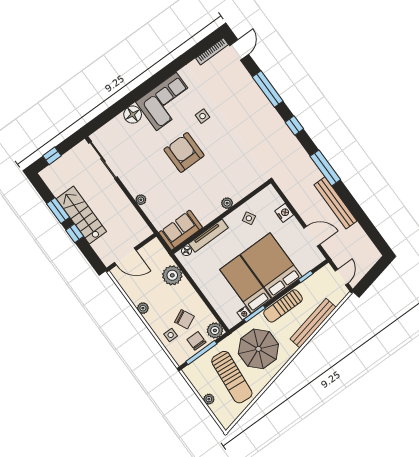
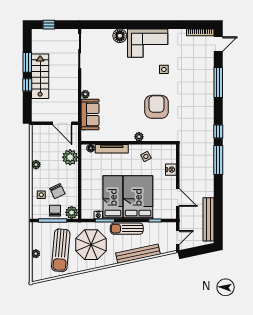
window: (294, 126) -> (218, 132), moved
armchair: (184, 152) -> (157, 107), moved
bench: (336, 203) -> (209, 219), moved
sofa: (181, 230) -> (90, 114), moved, turned 90
door: (125, 257) -> (62, 123), moved

